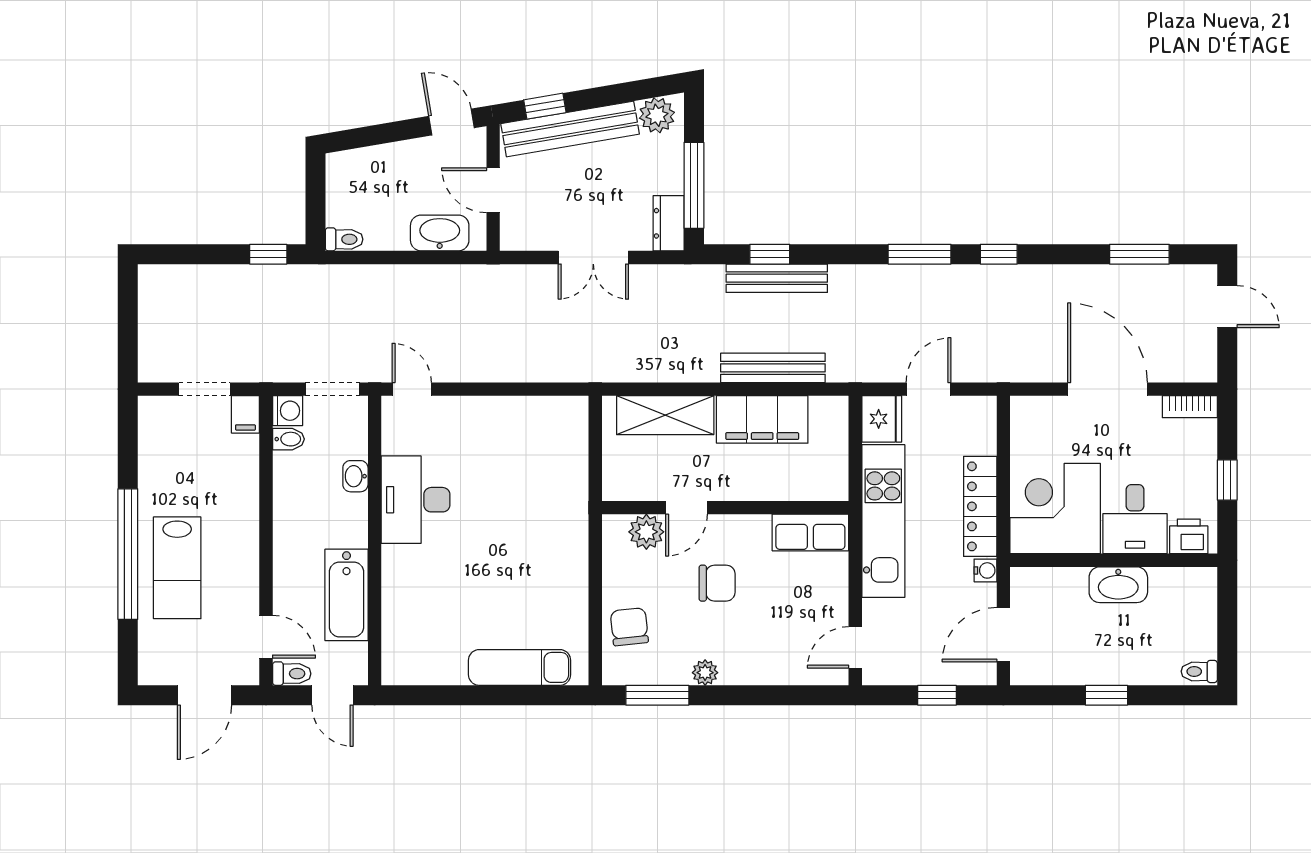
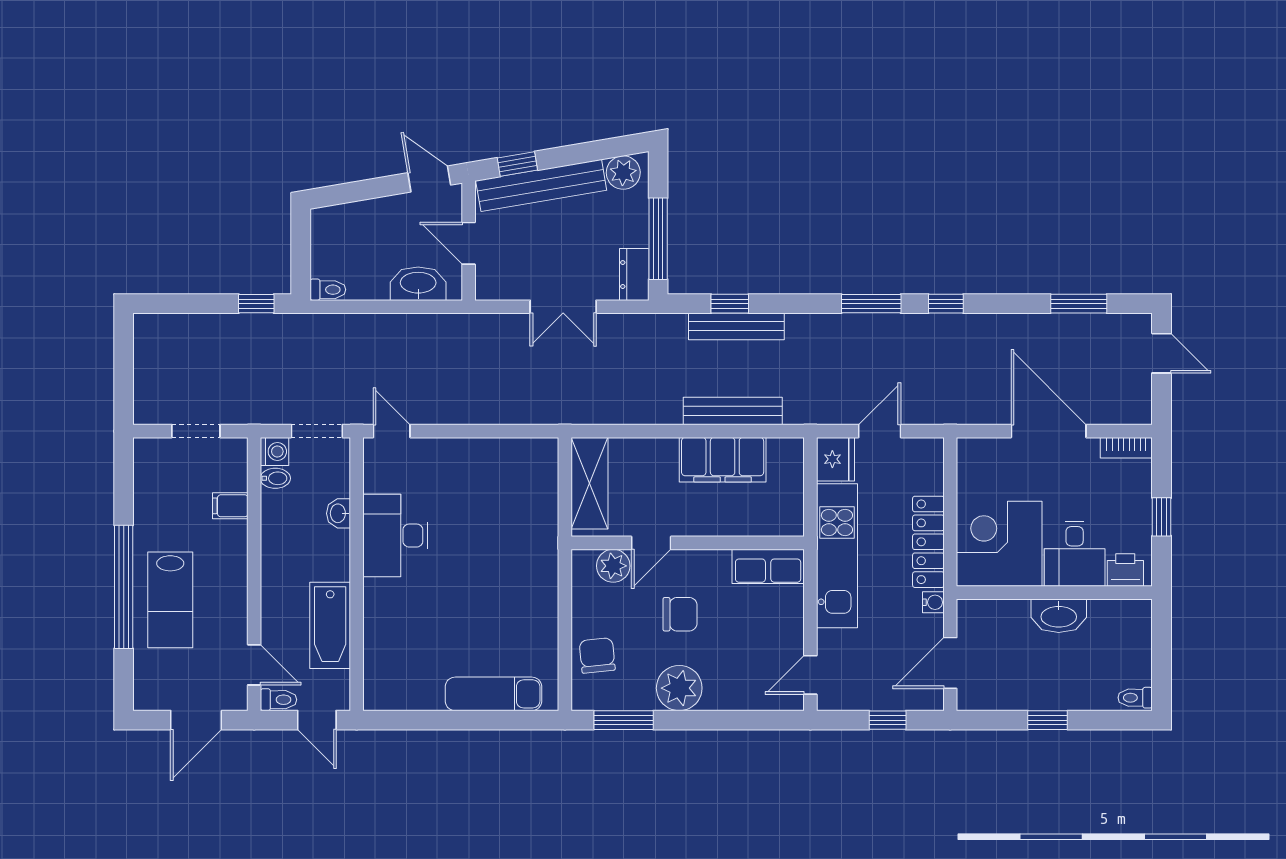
filing cabinet: (245, 414) -> (230, 506), moved, turned 90
shelving: (665, 415) -> (589, 483), moved, turned 90
plant: (705, 673) -> (679, 688), width x1.88, depth x1.88

